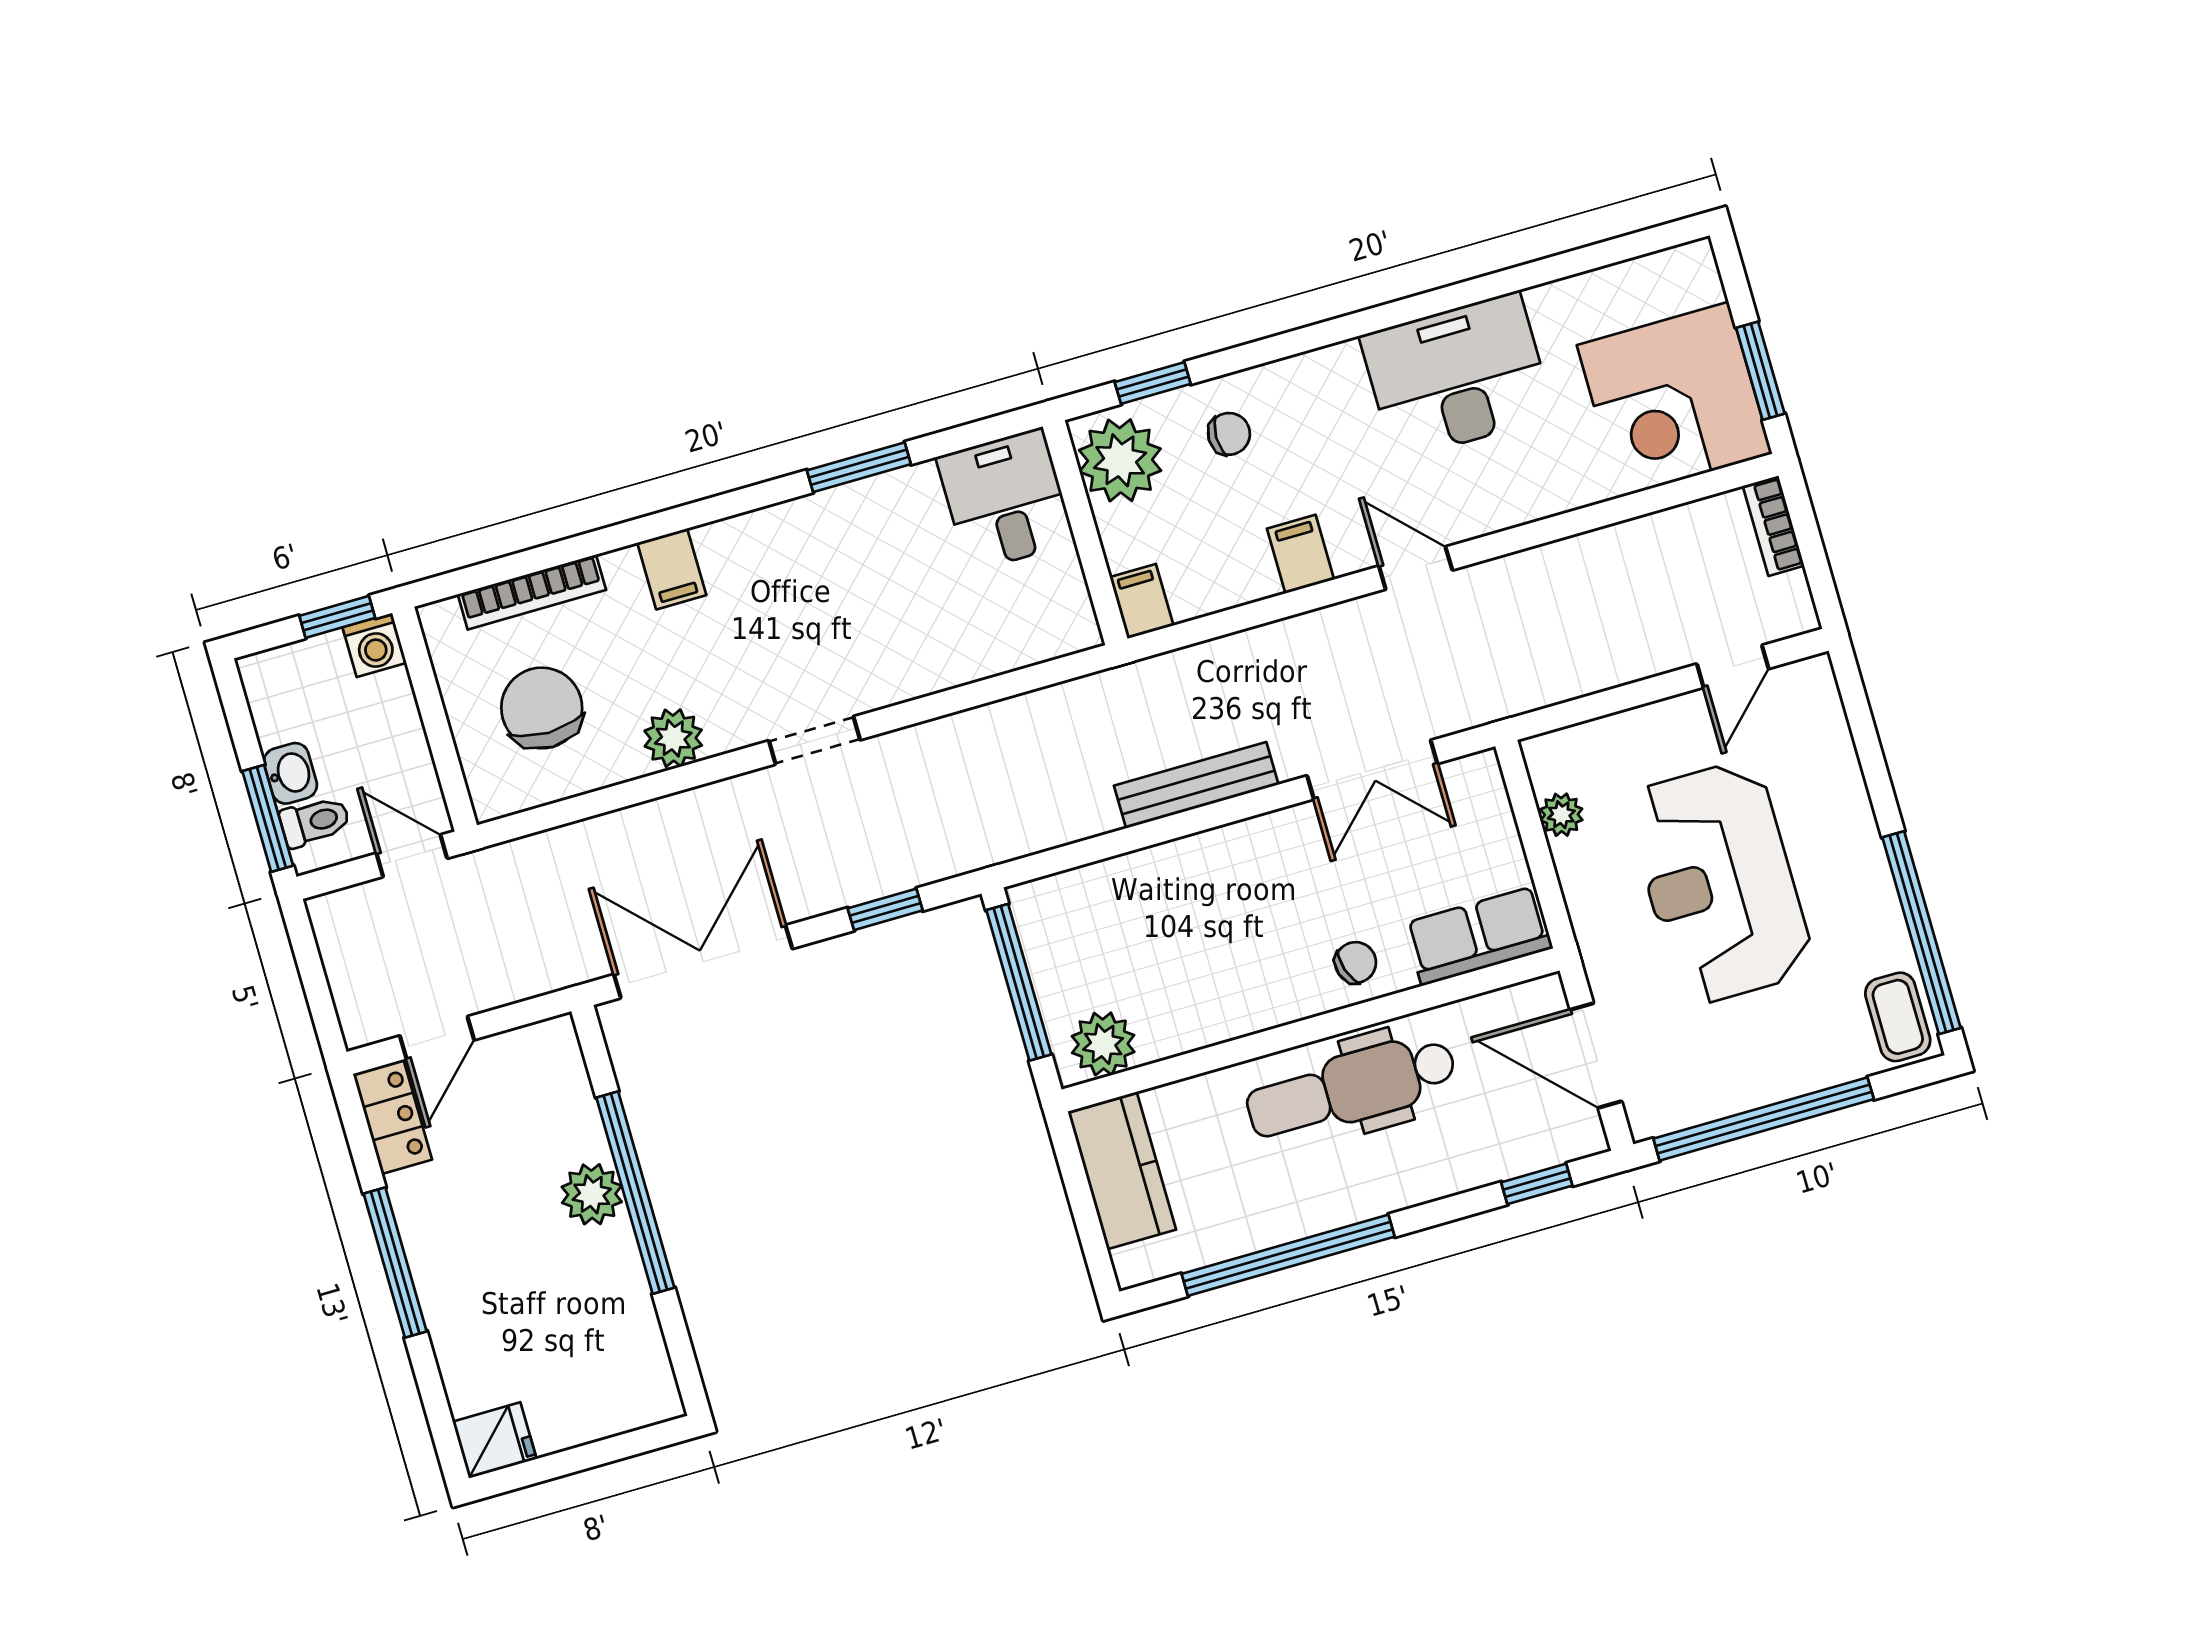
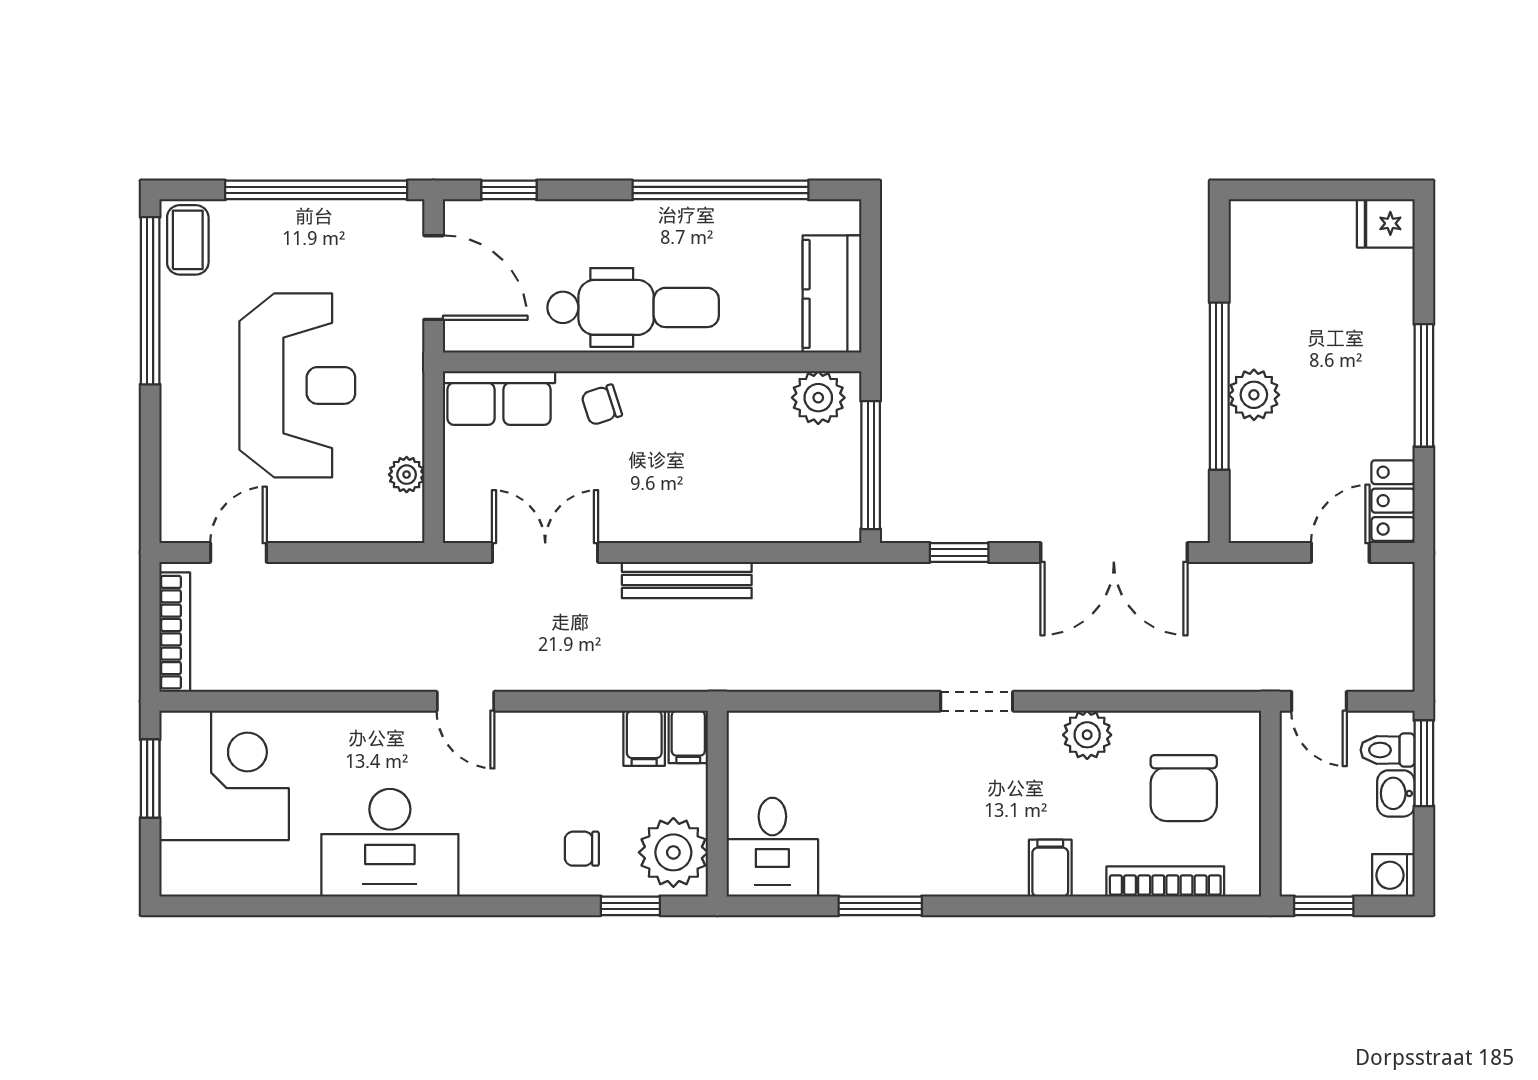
bookcase: (1774, 526) -> (175, 632), width x1.56
filing cabinet: (1300, 554) -> (644, 738), moved
washing machine: (374, 645) -> (1393, 875), moved, turned -90

